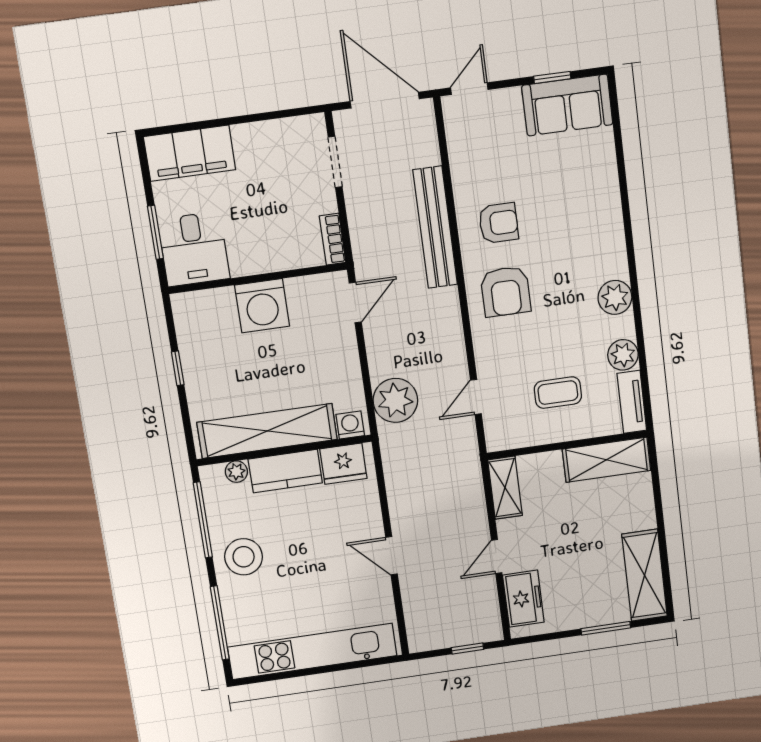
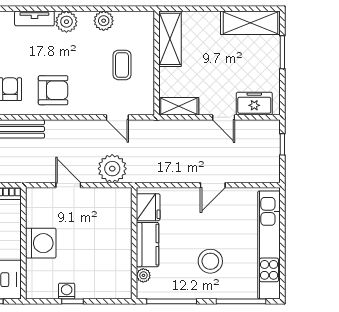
door: (355, 303) -> (68, 185), moved
tv unit: (632, 402) -> (34, 18), moved
washing machine: (350, 425) -> (67, 291), moved, turned 90
shelving: (267, 431) -> (120, 252), removed
stool: (244, 557) -> (210, 261), moved

